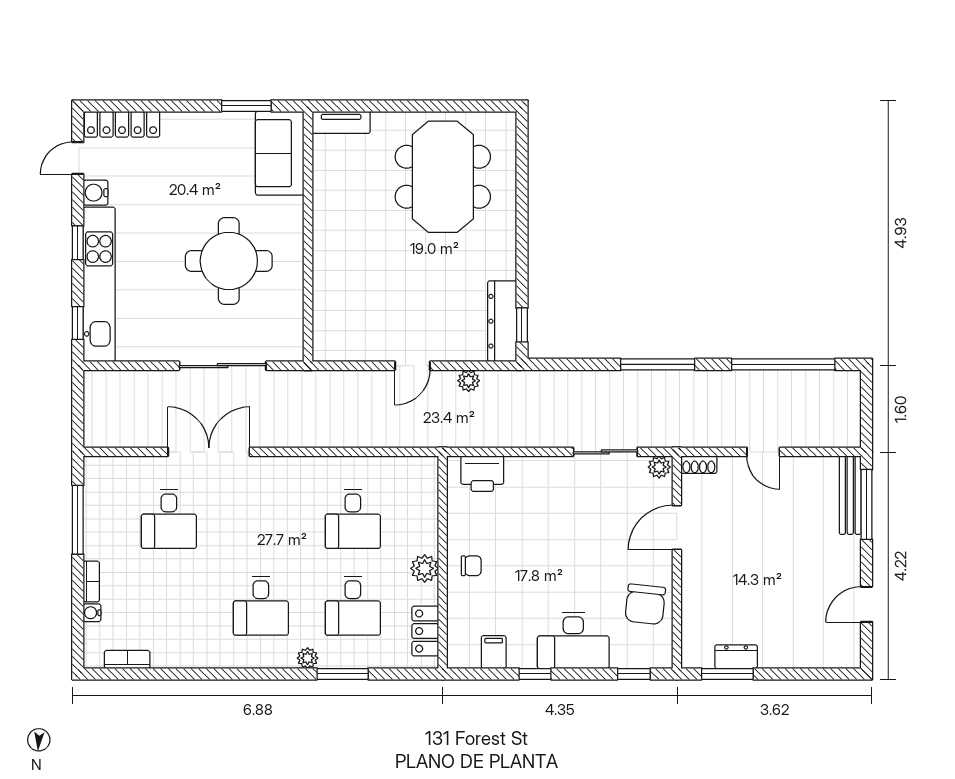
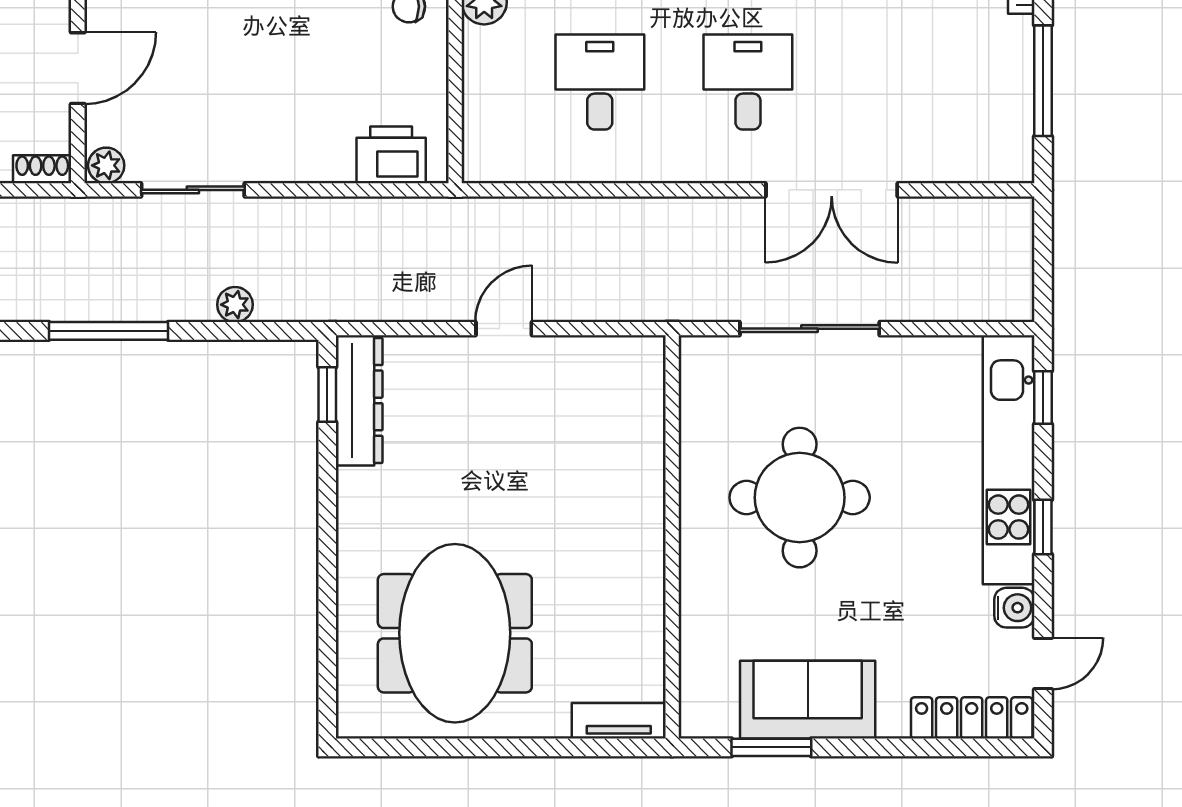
sofa: (280, 153) -> (808, 700), moved, turned -90
plant: (469, 381) -> (235, 305), moved
desk: (169, 519) -> (748, 82), moved

